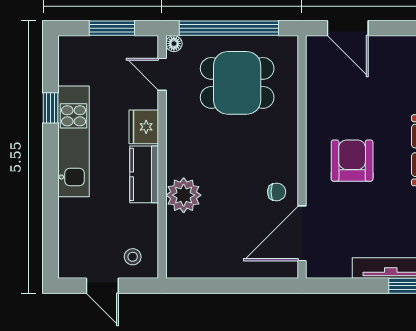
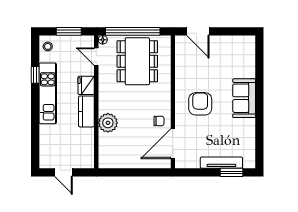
dining table: (237, 83) -> (137, 61), width x1.38
stool: (133, 257) -> (48, 46), moved

